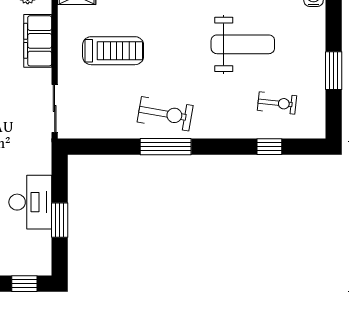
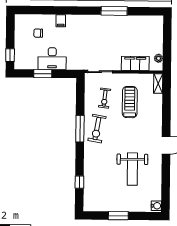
treadmill: (113, 51) -> (130, 102), turned 180
exercise bike: (277, 103) -> (105, 98), moved

